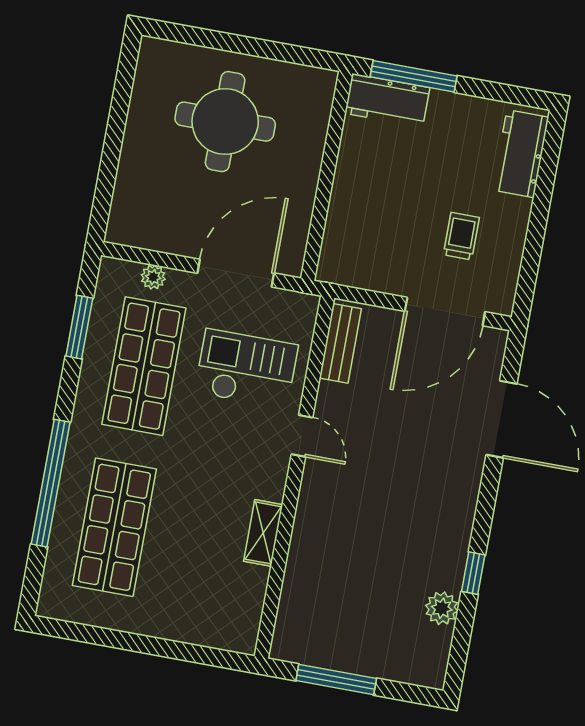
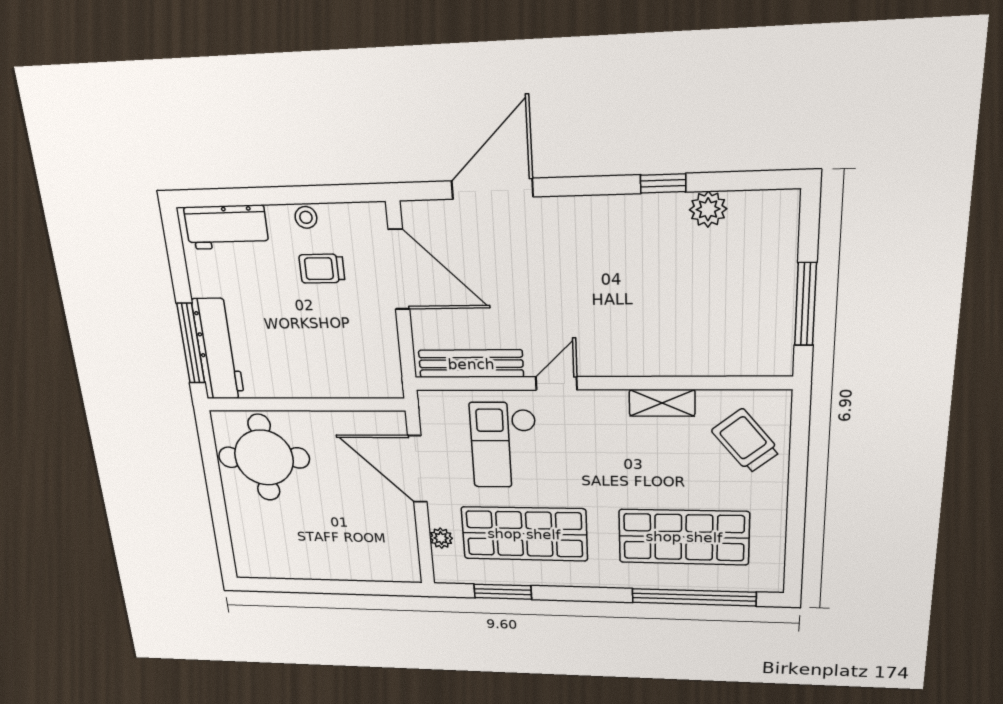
workbench: (387, 100) -> (218, 349), width x1.38
round table: (225, 122) -> (264, 458), moved
stool: (513, 236) -> (306, 217), added
bench: (340, 343) -> (471, 364), width x1.36
window: (51, 483) -> (694, 597), moved
trolley: (209, 605) -> (746, 441), added

